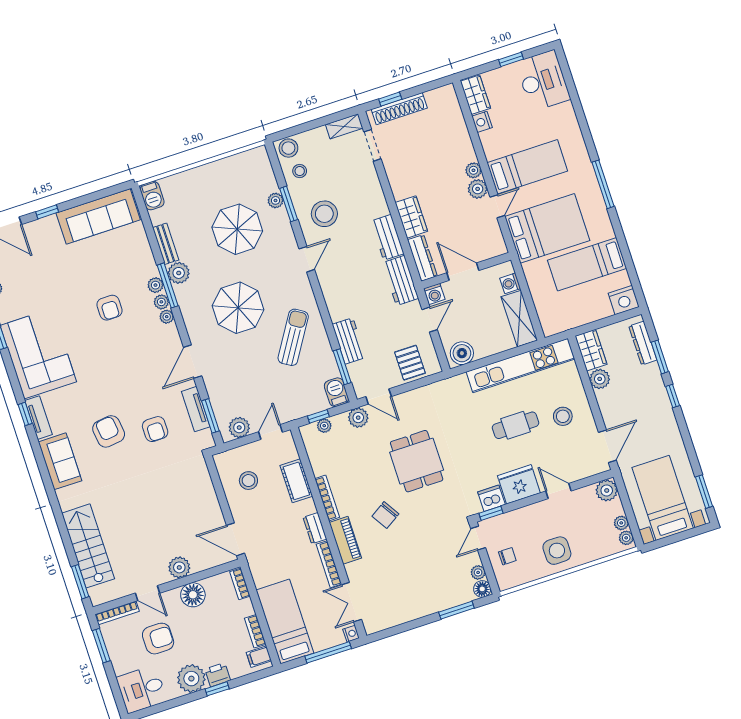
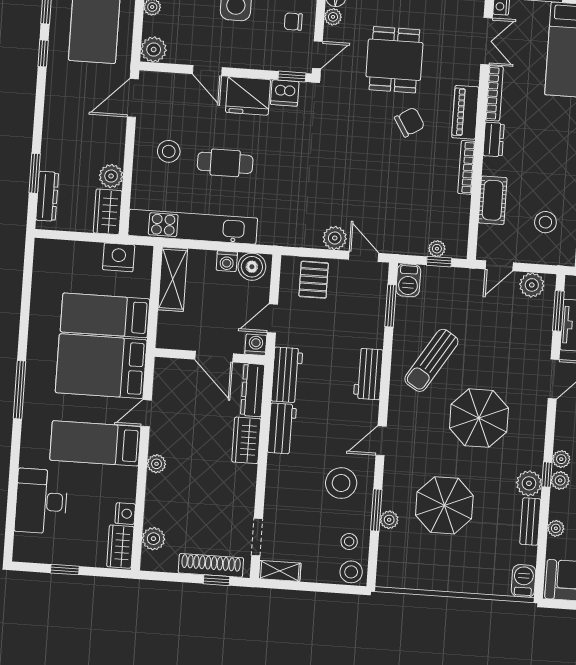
desk: (543, 81) -> (41, 501), moved
plant: (478, 189) -> (153, 539), moved
bed: (587, 264) -> (105, 315), moved, turned 180
washing machine: (510, 283) -> (227, 261), moved, turned 90
window: (168, 285) -> (547, 475), width x0.46
nightstand: (624, 300) -> (119, 257), moved
plant: (167, 317) -> (556, 528), moved
workbench: (349, 341) -> (368, 374), moved
window: (673, 396) -> (43, 53), moved
plant: (358, 418) -> (335, 238), moved
dining table: (417, 461) -> (394, 60), moved

